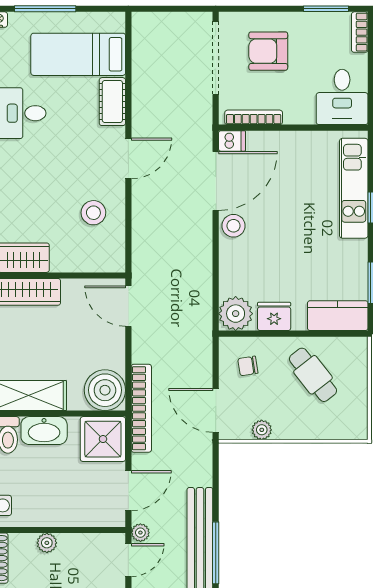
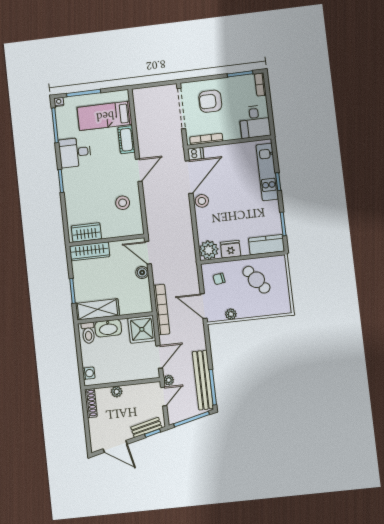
boiler: (105, 390) -> (142, 272), moved, width x0.54, depth x0.54

